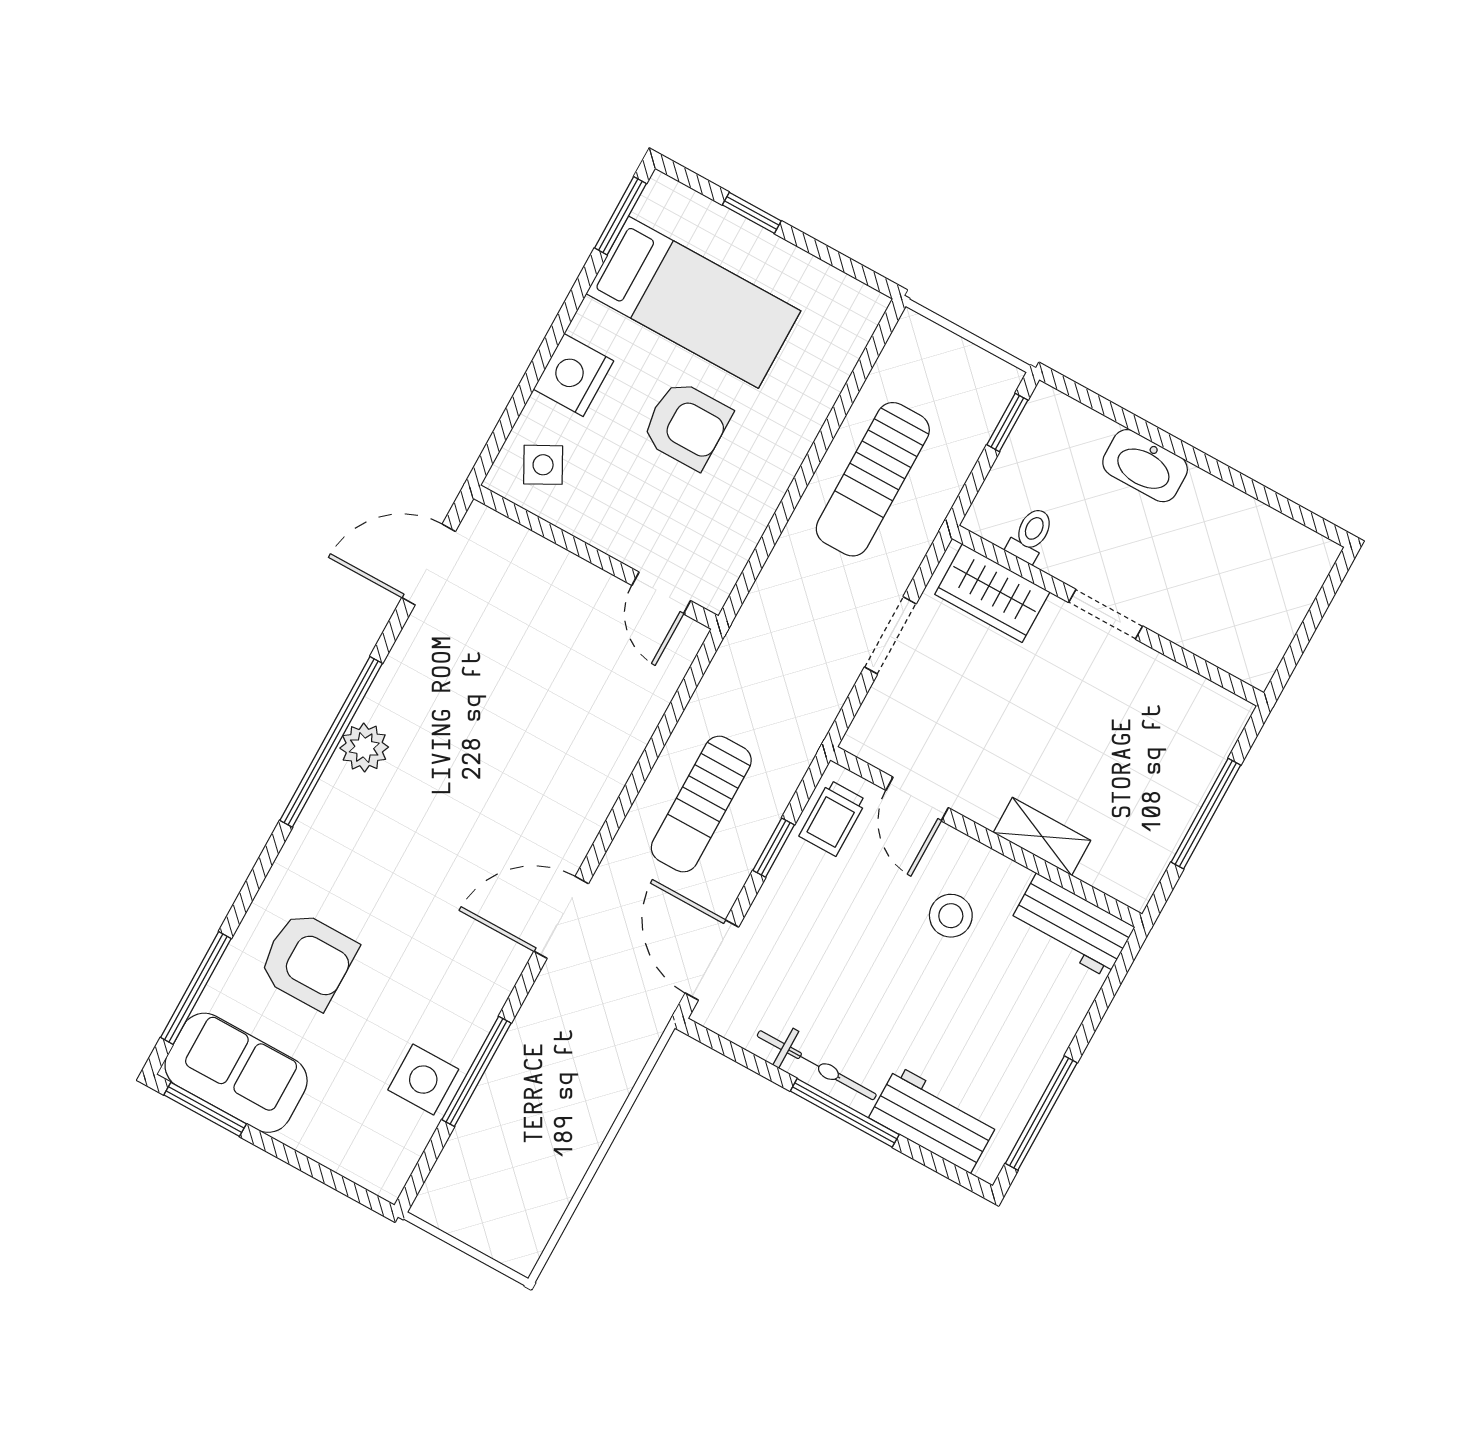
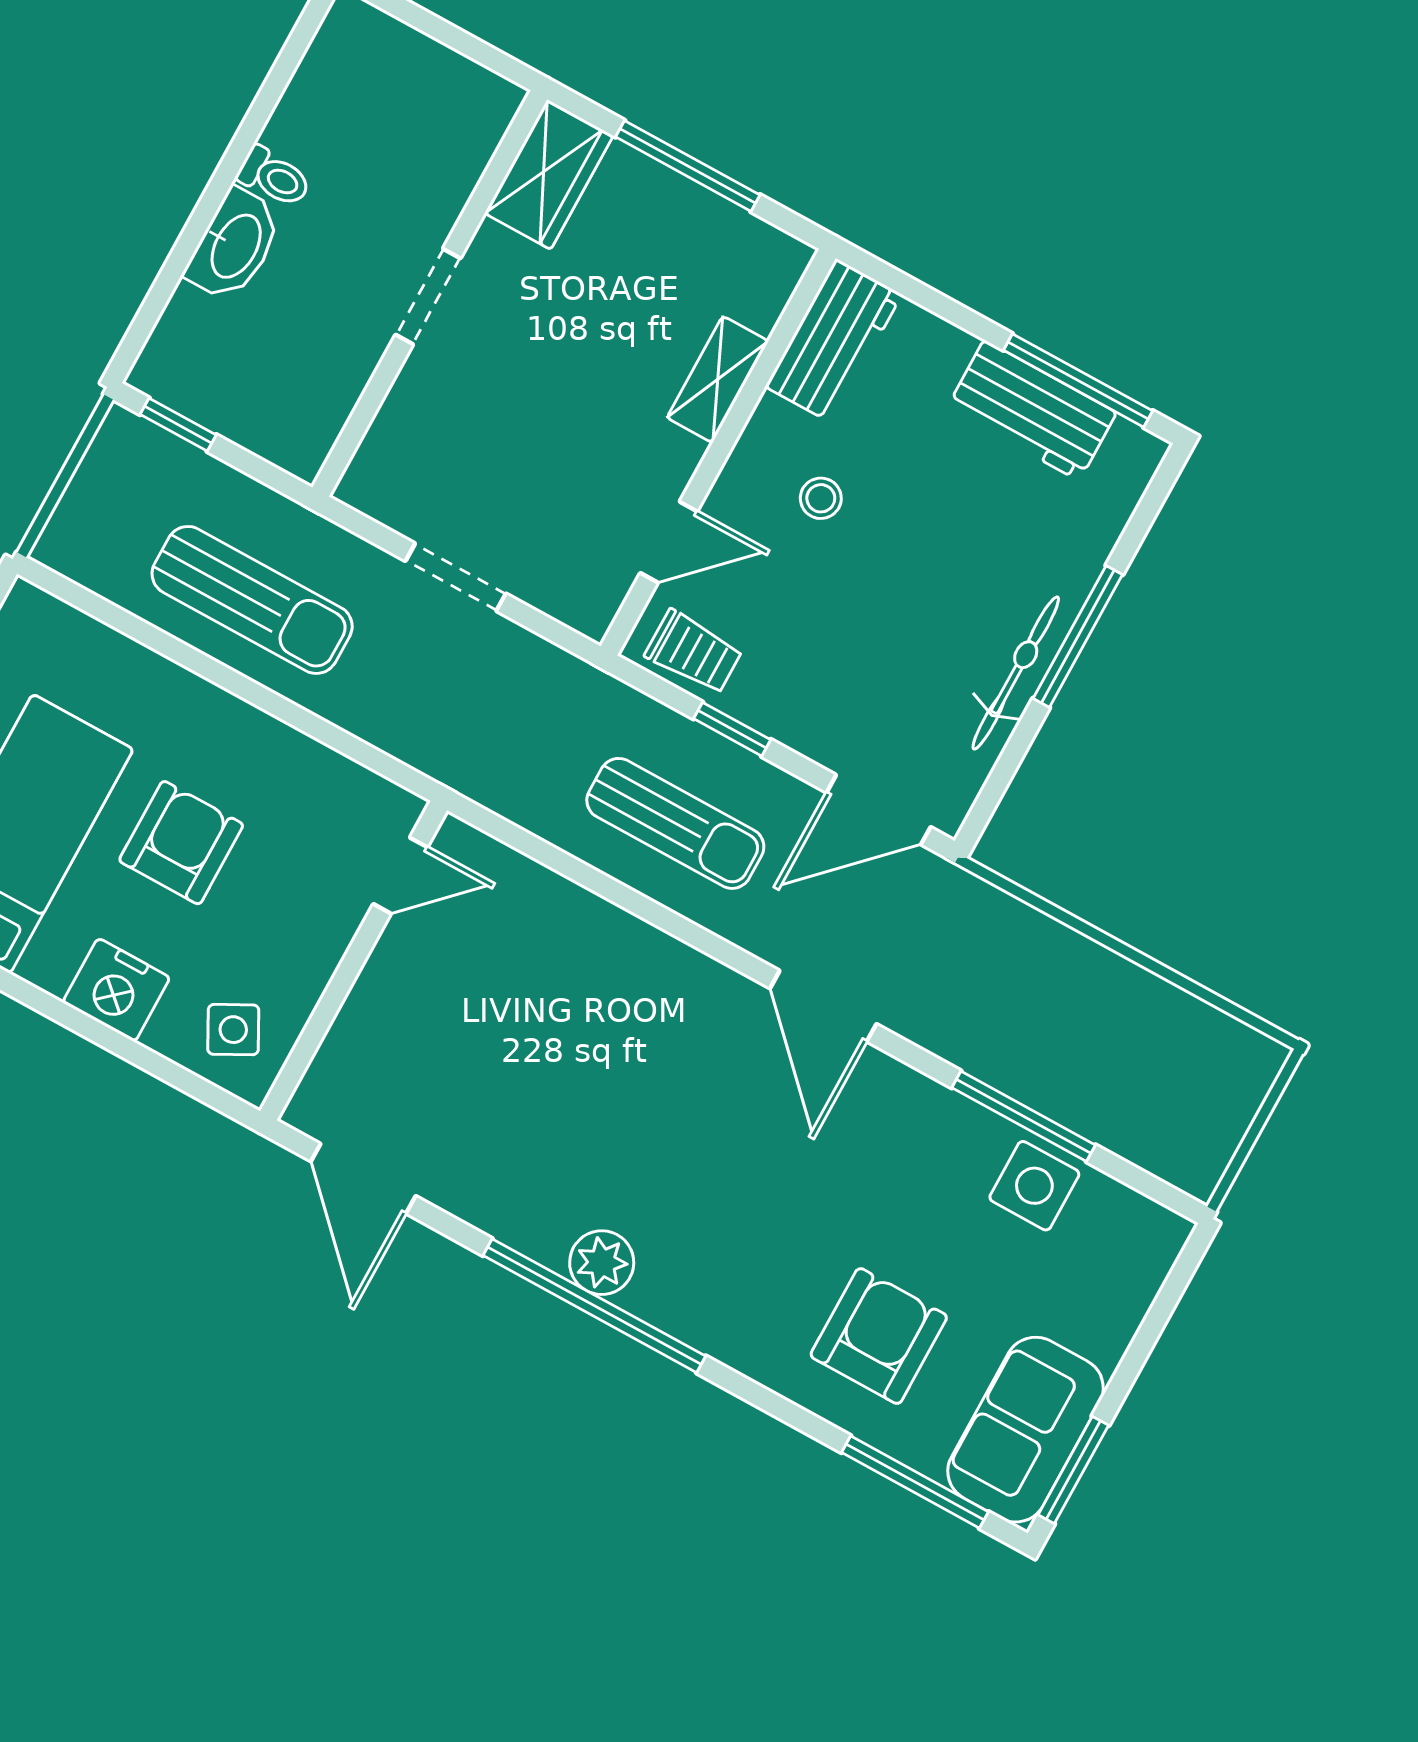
toilet: (1031, 535) -> (274, 177), moved, turned 180
wardrobe: (992, 593) -> (549, 174), moved
stool: (951, 916) -> (821, 498), width x0.73, depth x0.73
workbench: (934, 1119) -> (1032, 410), moved, turned -90

